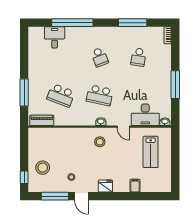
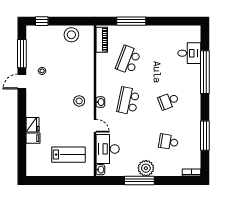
plant: (164, 79) -> (146, 168), added
door: (123, 127) -> (95, 126), swing flipped
lab bench: (151, 152) -> (68, 155), turned 180
stool: (43, 168) -> (71, 35), moved
fridge: (105, 186) -> (33, 125), moved

